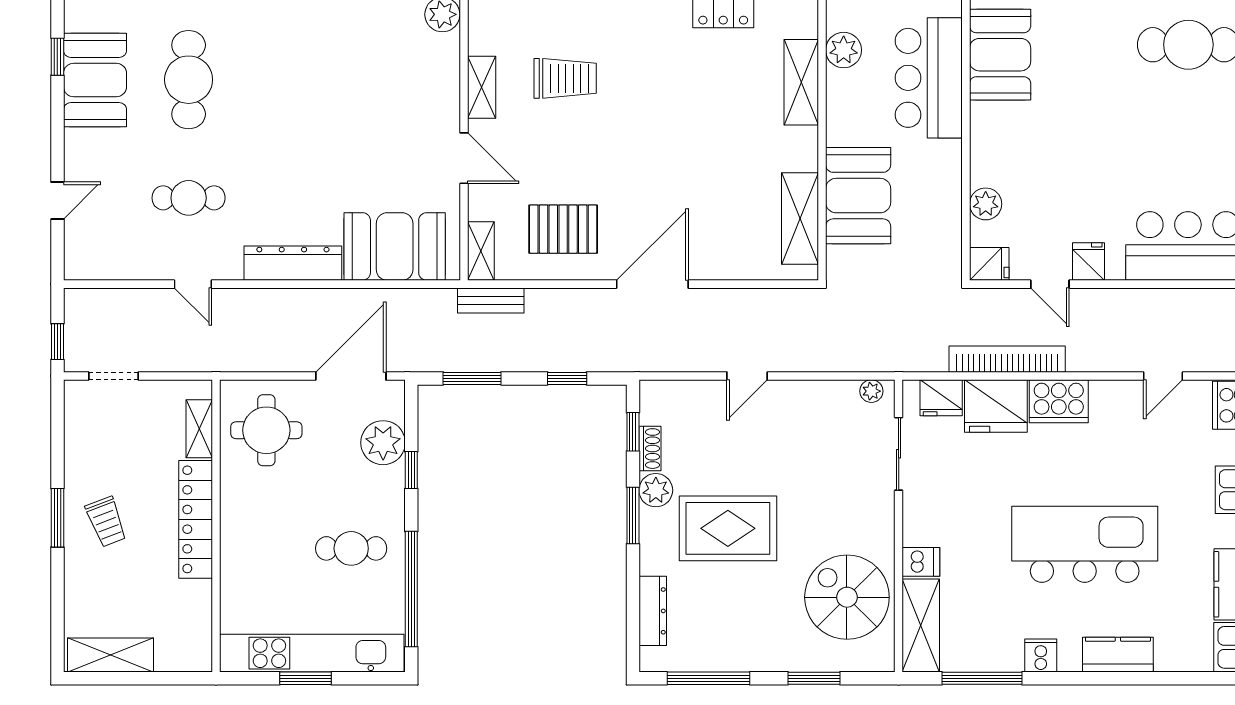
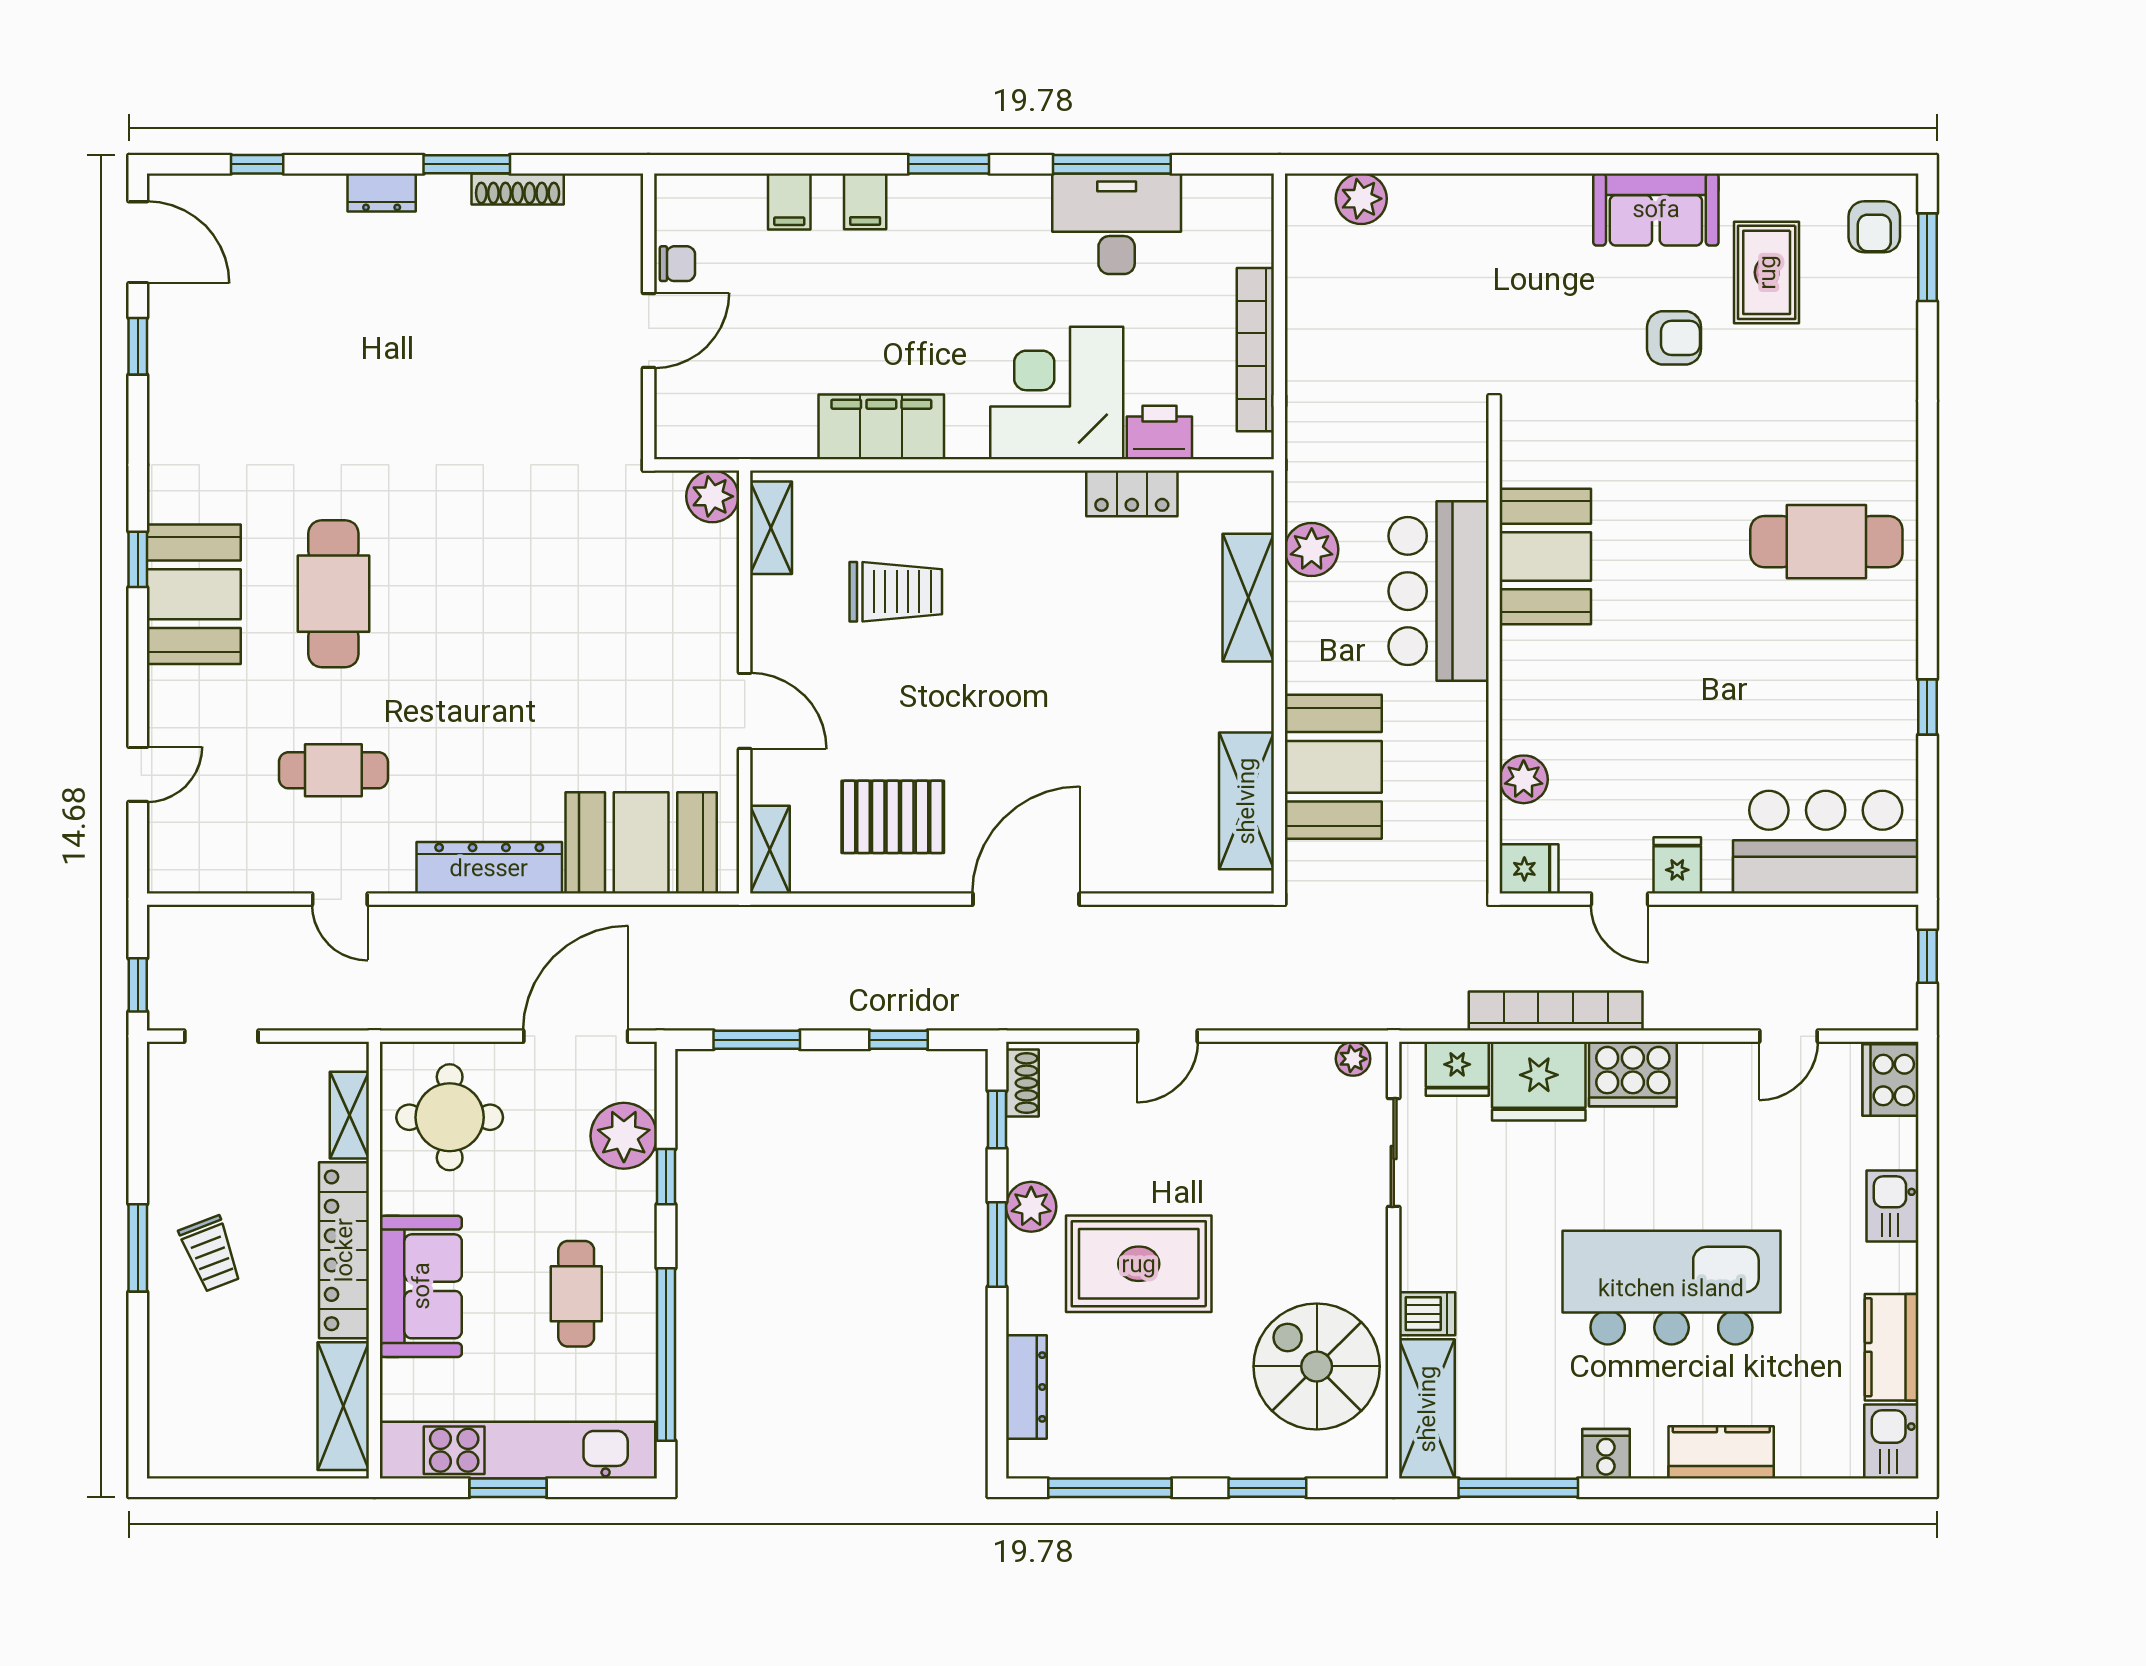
shelving: (482, 87) -> (771, 528), moved
bench: (491, 300) -> (785, 923), removed
shoe rack: (650, 449) -> (1022, 1083), moved
sofa: (247, 543) -> (421, 1286), added
cafe table: (351, 548) -> (576, 1294), turned 90
shelving: (111, 655) -> (343, 1406), moved, turned 90

